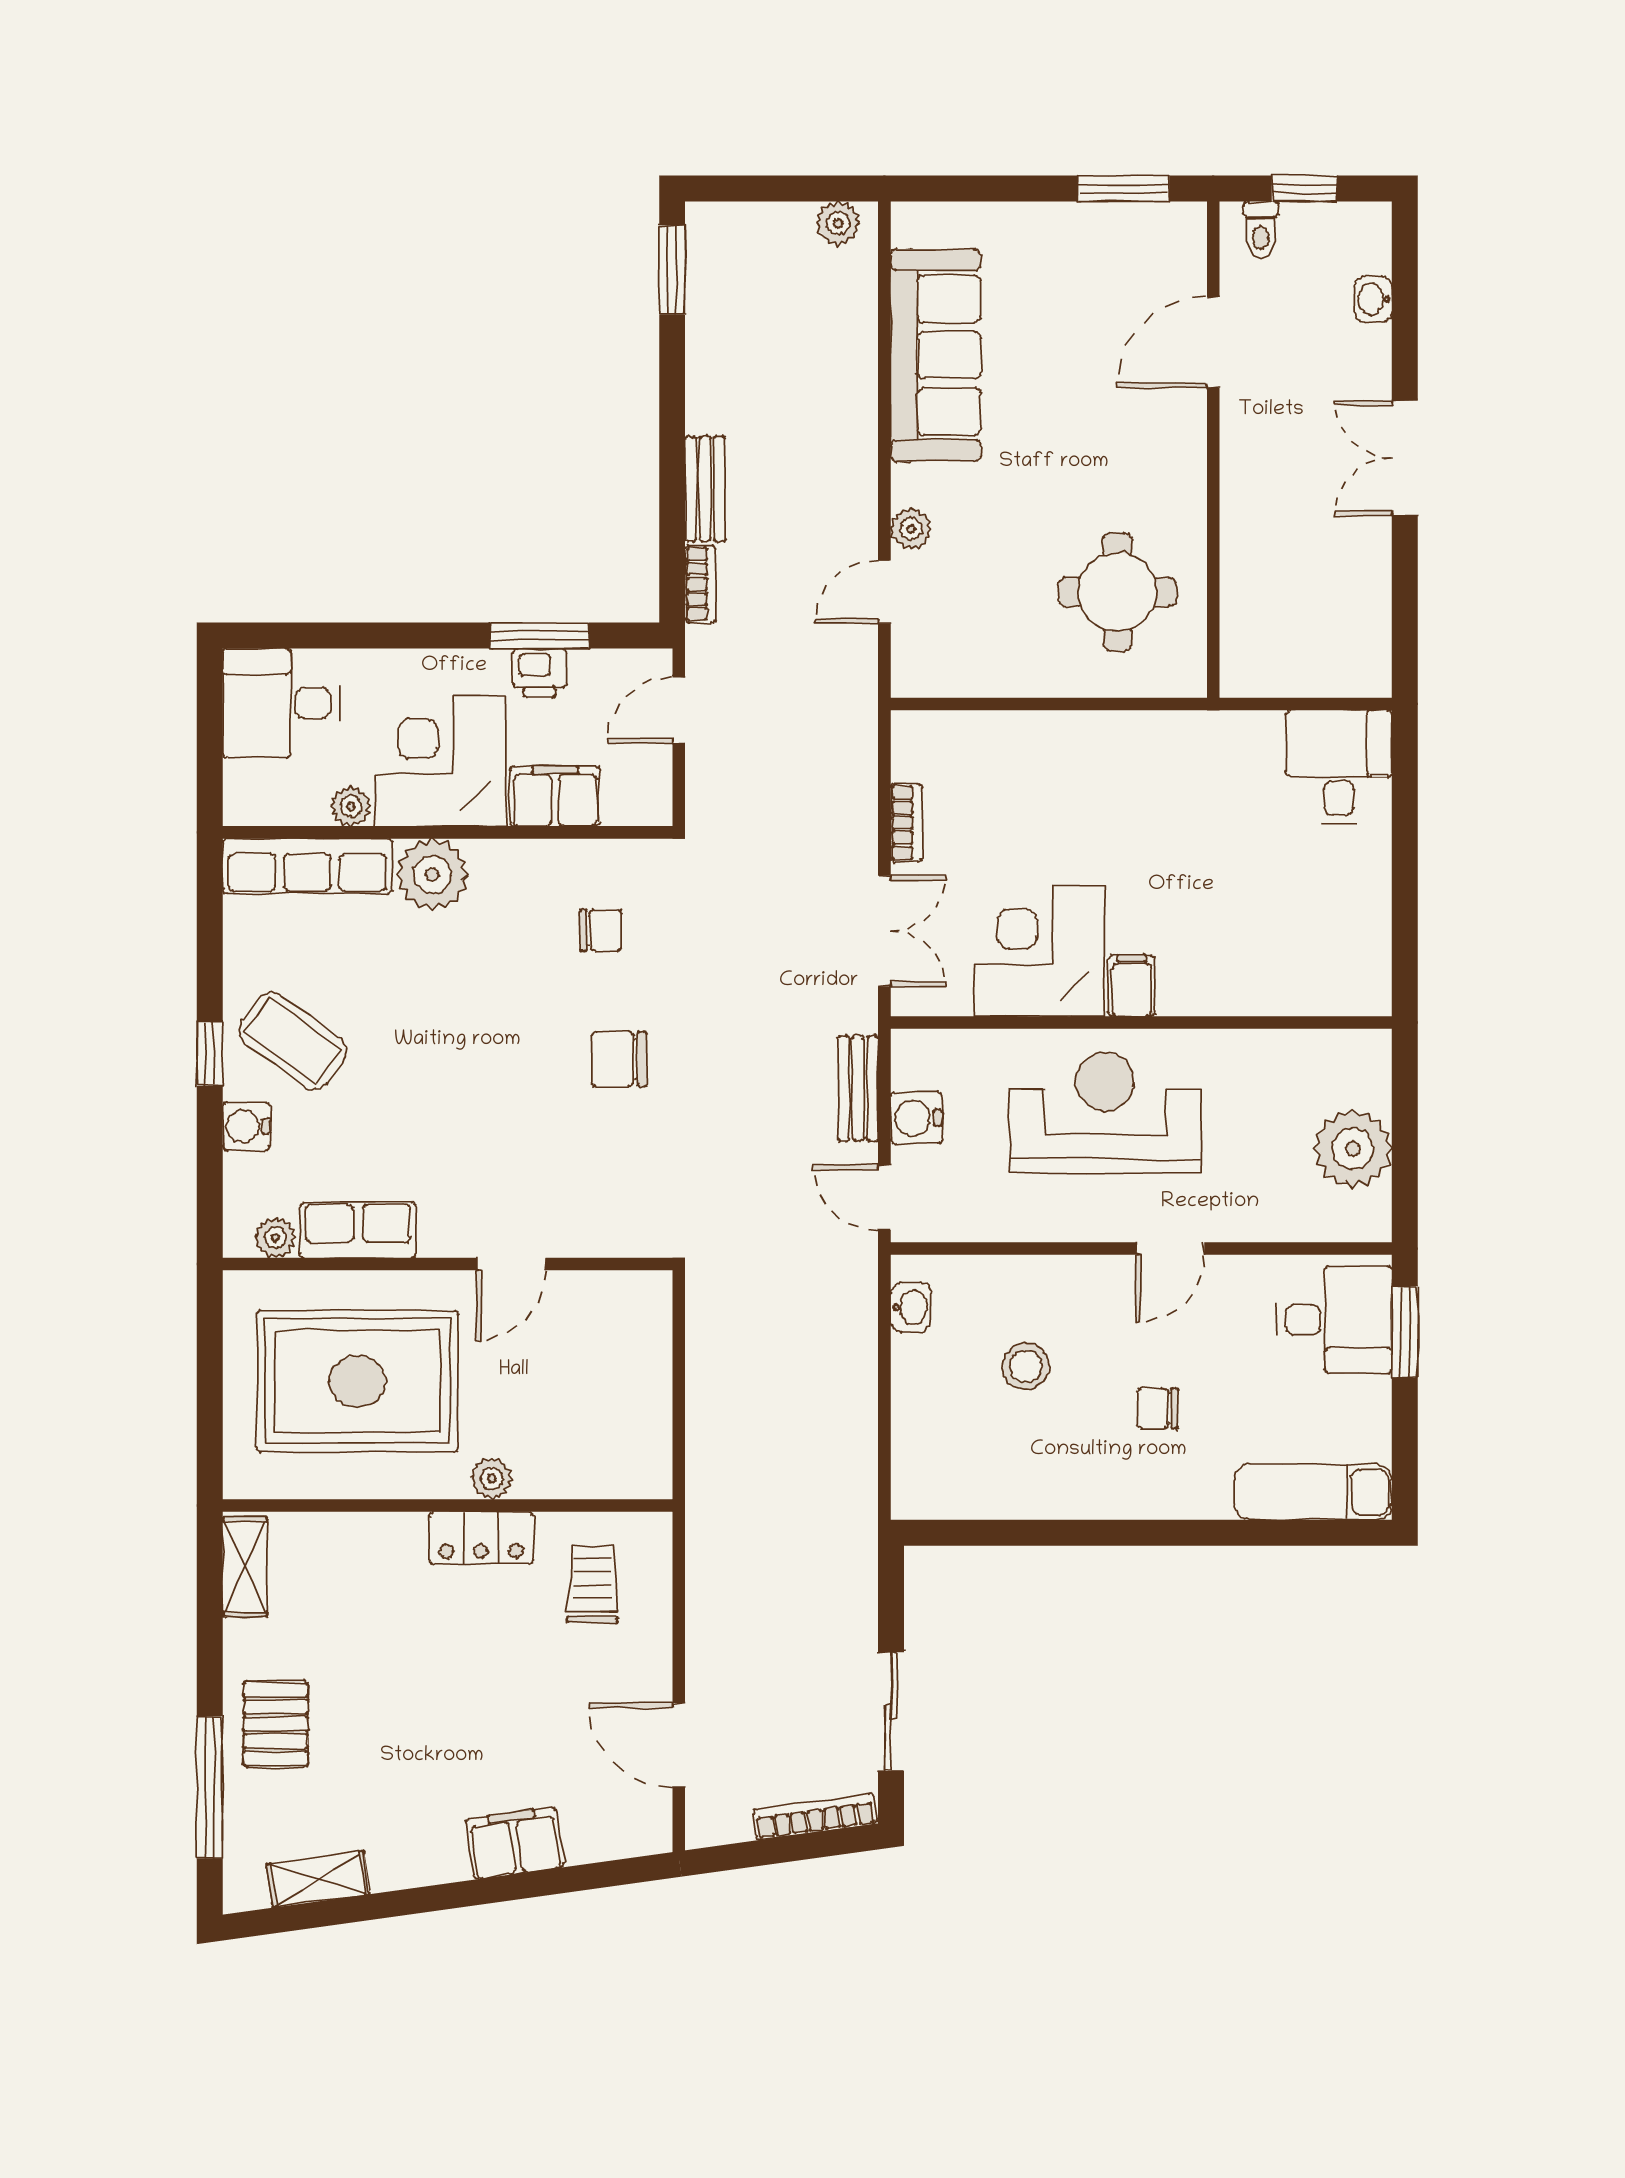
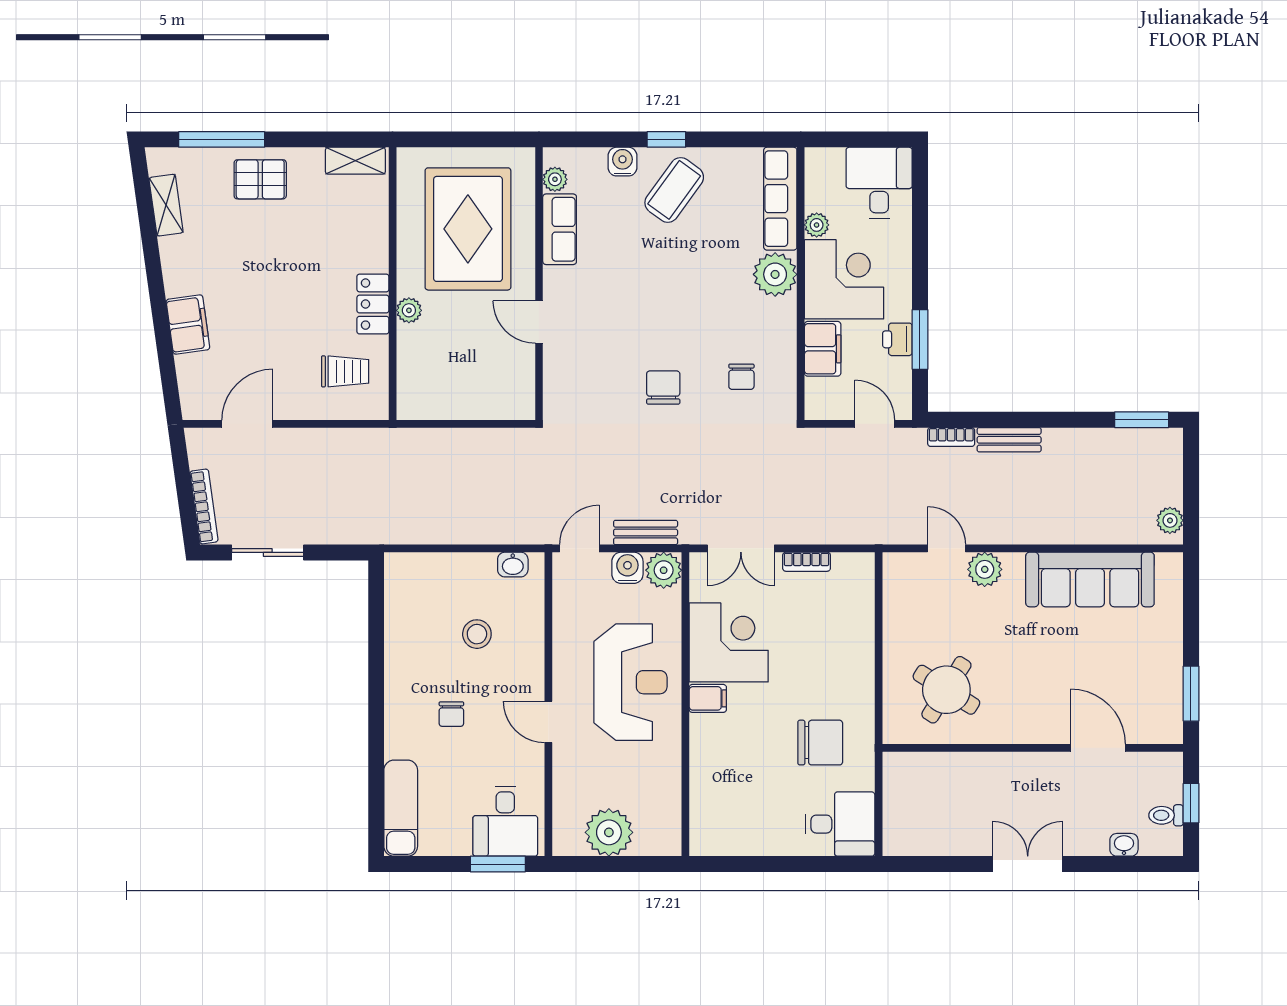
toilet: (1261, 230) -> (1166, 815), moved
plant: (911, 529) -> (985, 569), width x1.38, depth x1.38
round table: (1117, 592) -> (946, 690), turned 32
chair: (1205, 800) -> (820, 743), added
plant: (920, 1058) -> (664, 570), added
chair: (1158, 1408) -> (451, 714), turned 180

